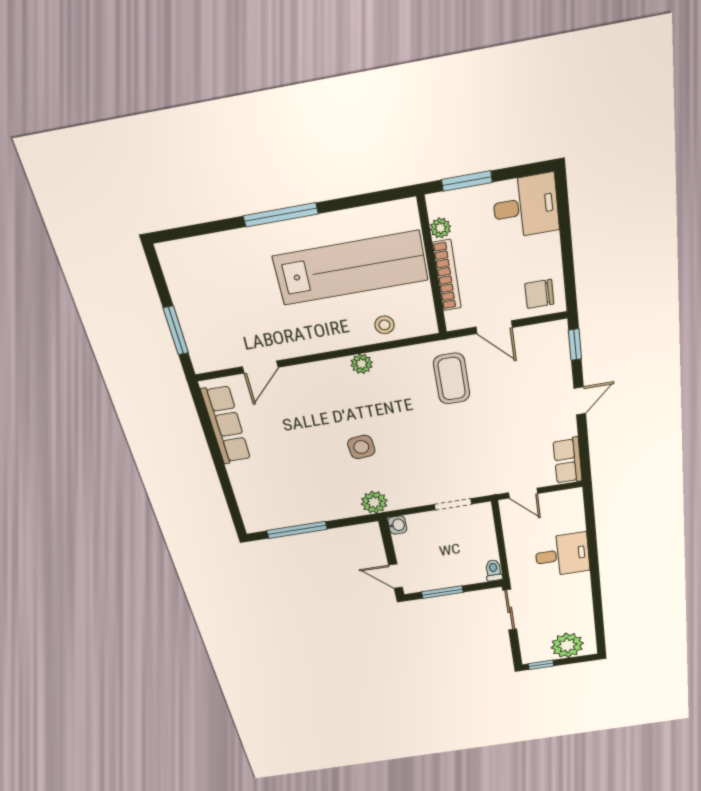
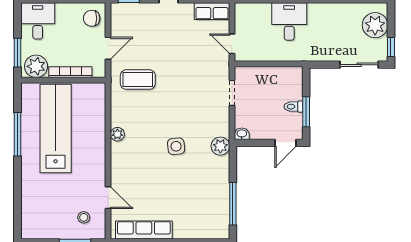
window: (281, 215) -> (18, 134), moved
plant: (440, 228) -> (36, 66), width x1.87, depth x1.87
chair: (539, 294) -> (92, 18), turned 90
stool: (384, 325) -> (84, 217), moved
door: (523, 493) -> (232, 44), swing flipped
toilet: (494, 570) -> (294, 107), moved
sliding door: (510, 610) -> (359, 65), moved

